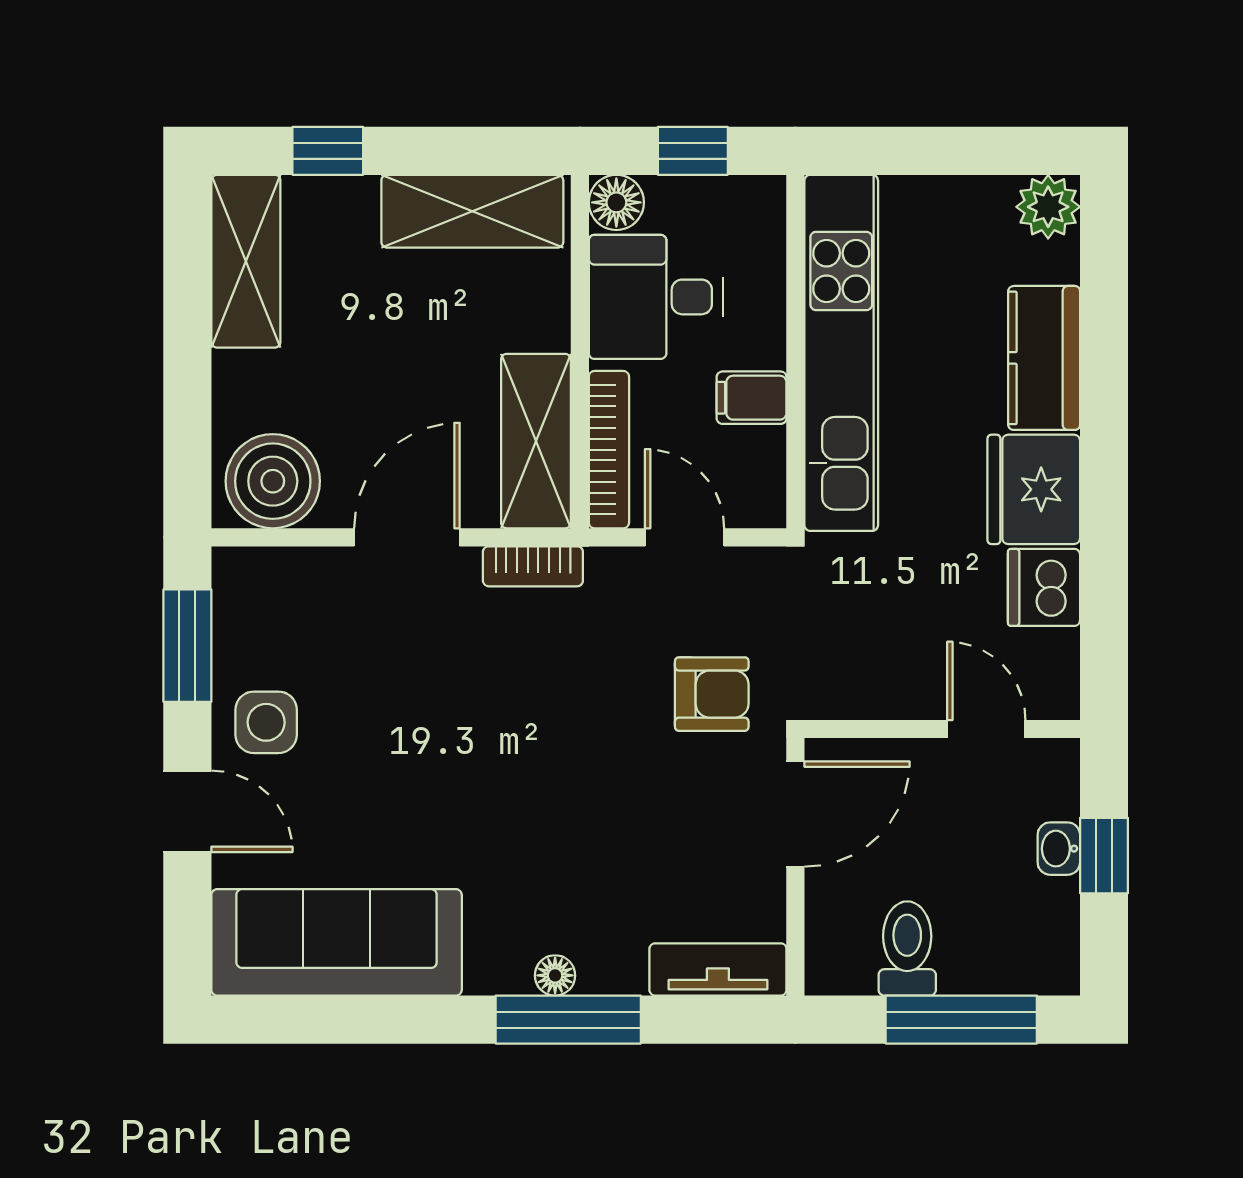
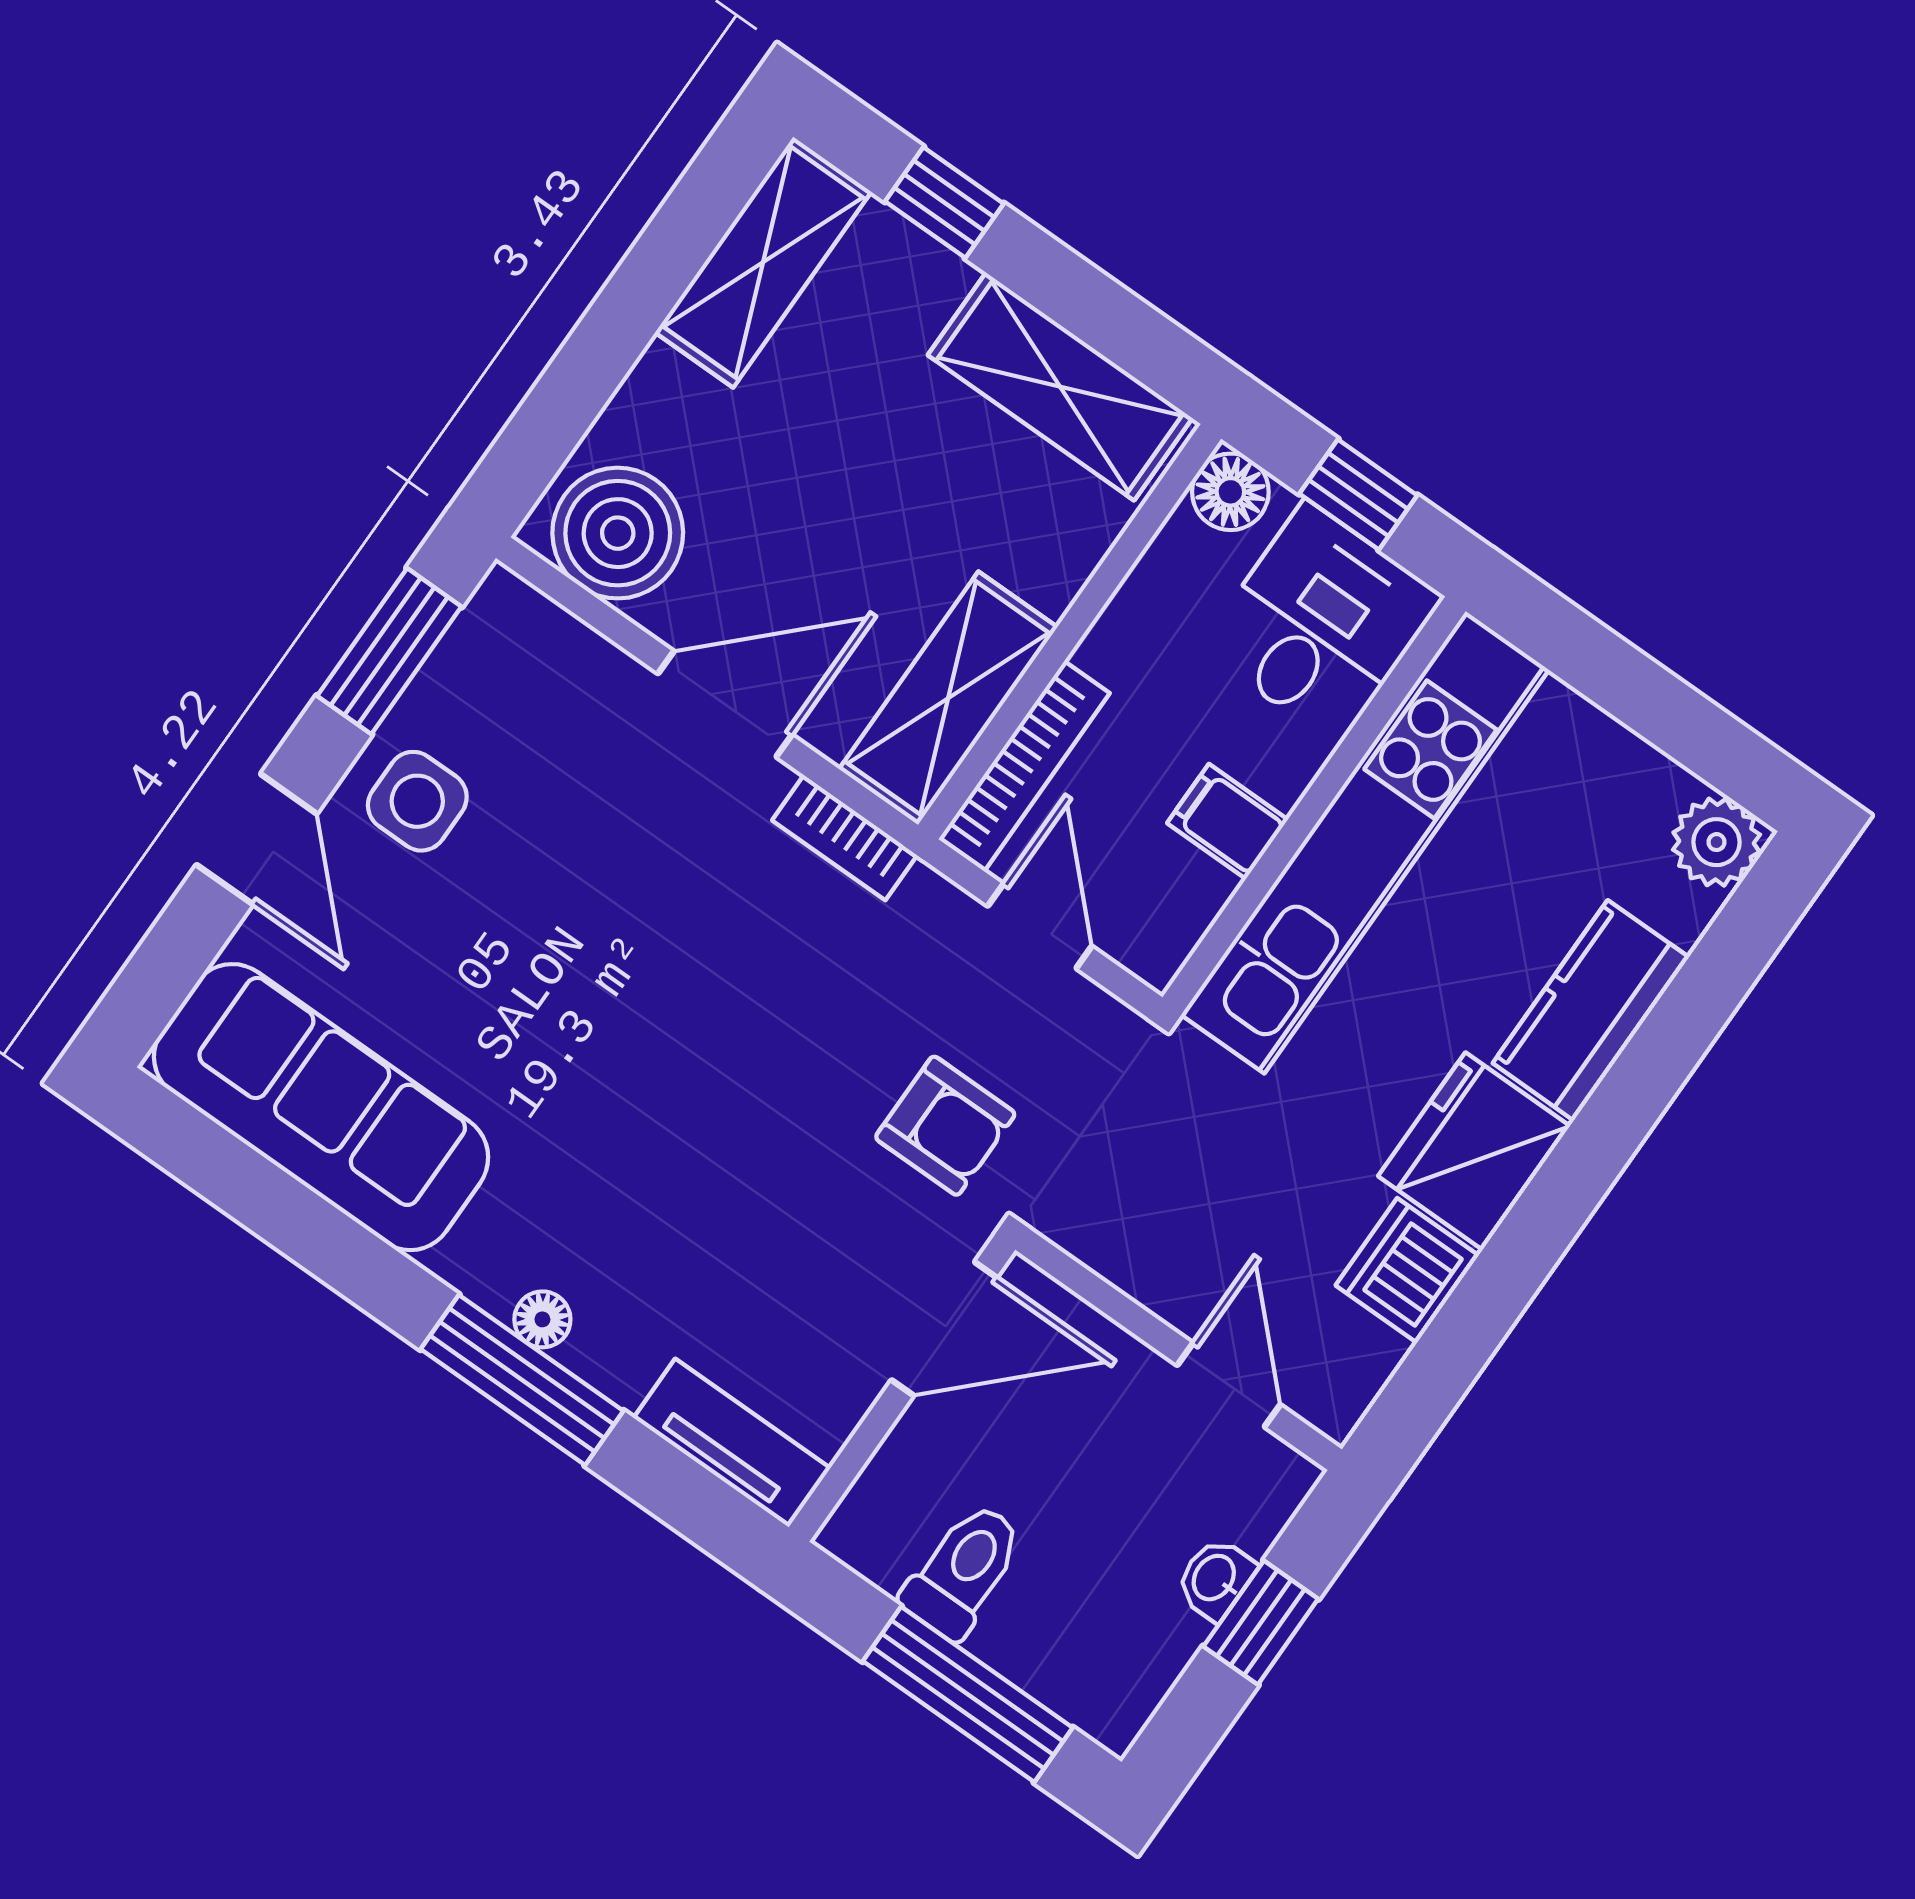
desk: (656, 297) -> (1321, 623), moved, turned 90

